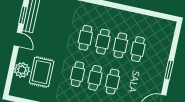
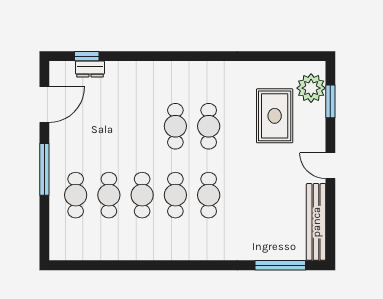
window: (23, 15) -> (330, 101), moved
plant: (22, 70) -> (311, 88), moved
window: (169, 70) -> (44, 169), width x1.44
cafe table: (113, 82) -> (76, 195), moved

